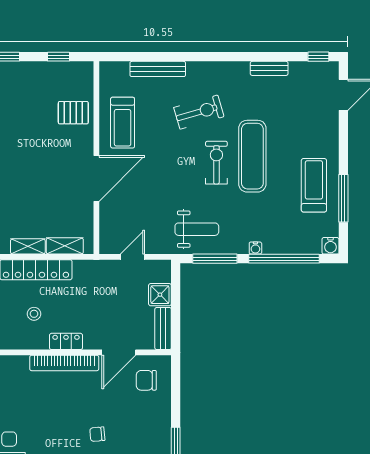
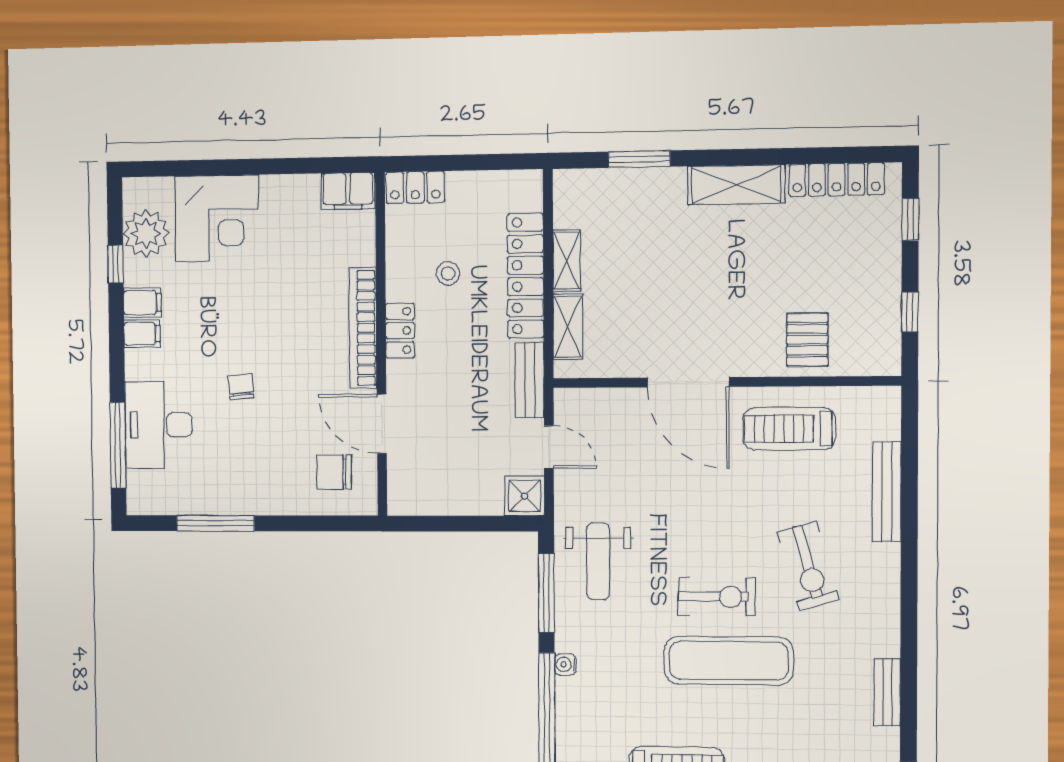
shower: (160, 295) -> (525, 496), moved
bench: (163, 329) -> (530, 380), moved, turned 90
chair: (146, 380) -> (334, 472), turned -90

